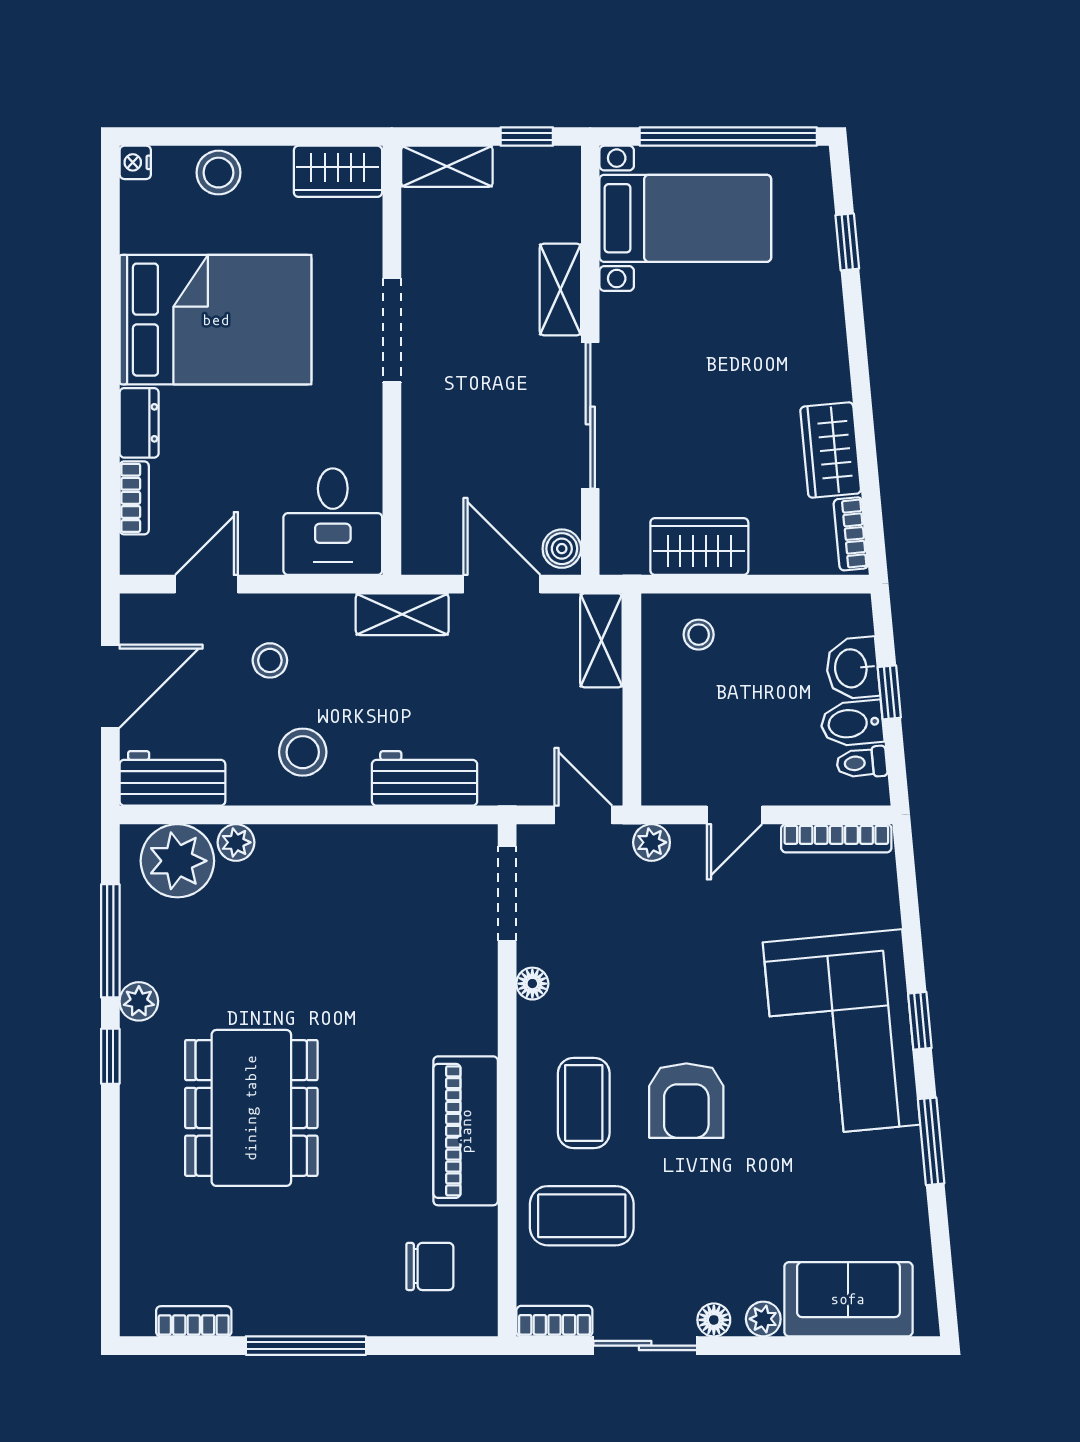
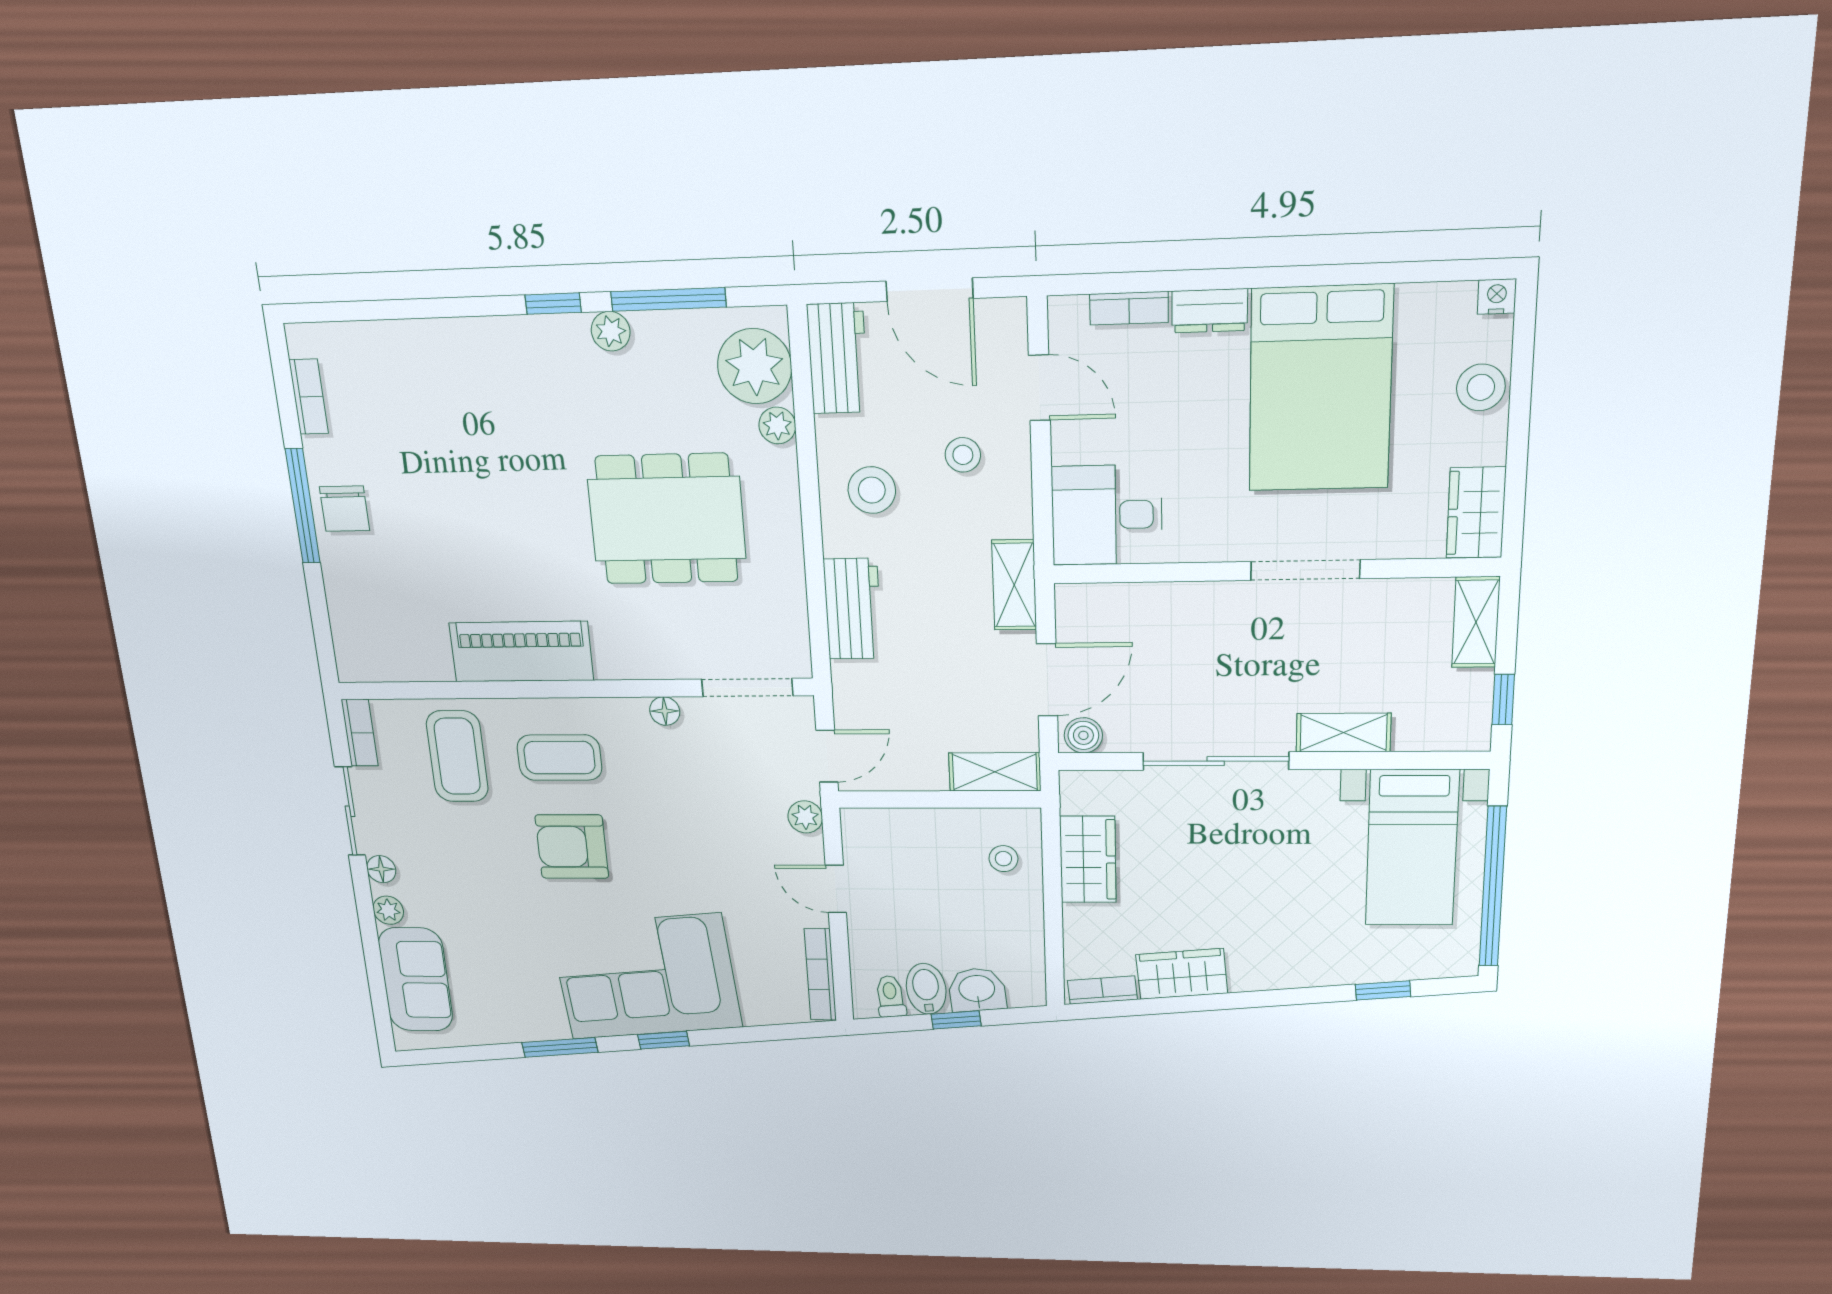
dining table: (251, 1108) -> (667, 519), moved
chair: (430, 1266) -> (345, 509), moved

